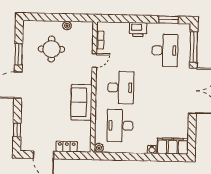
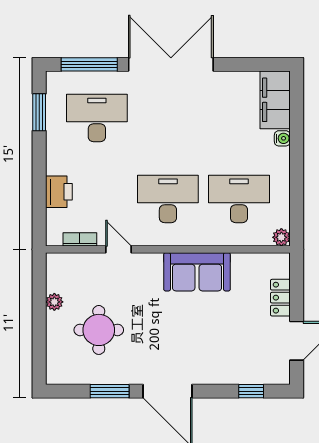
printer: (138, 30) -> (59, 192), moved
desk: (120, 126) -> (239, 199), turned 180

